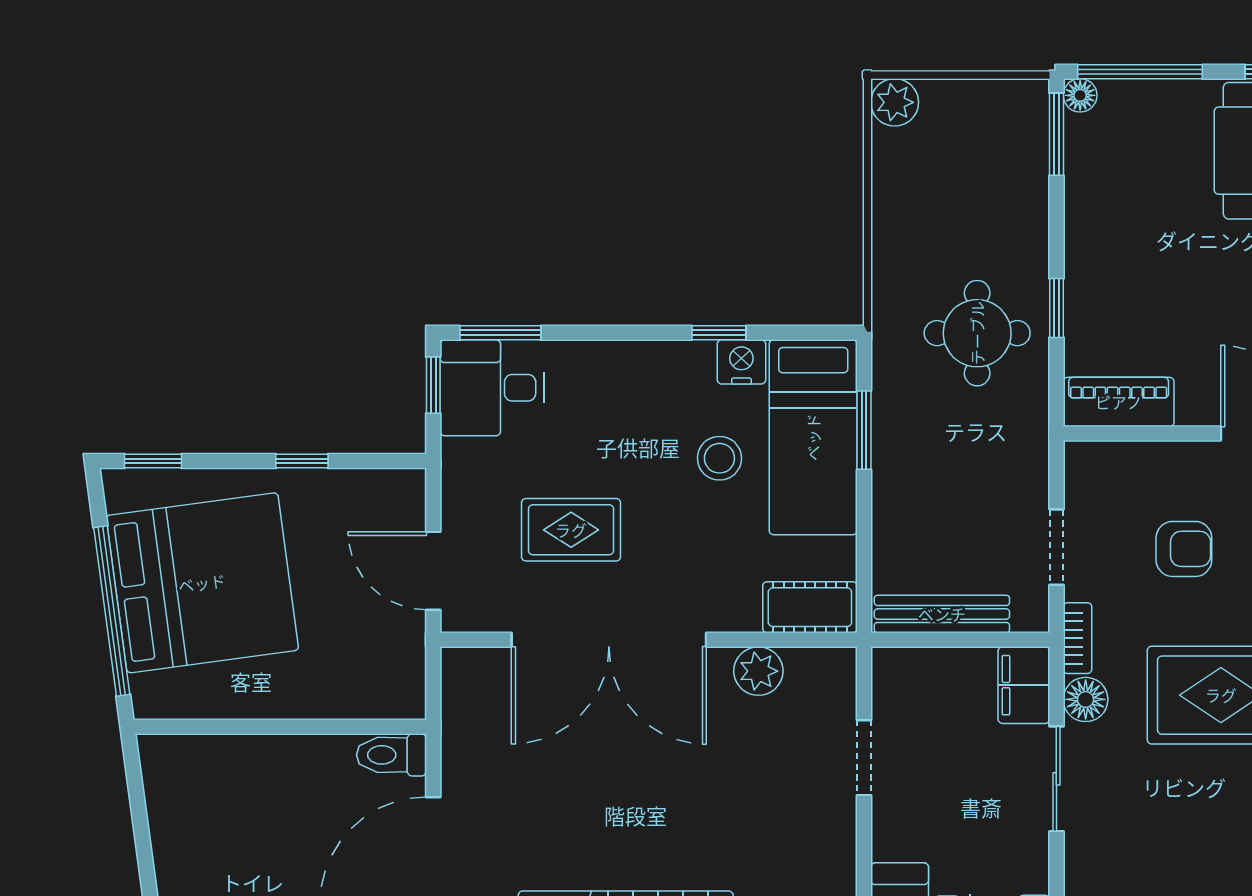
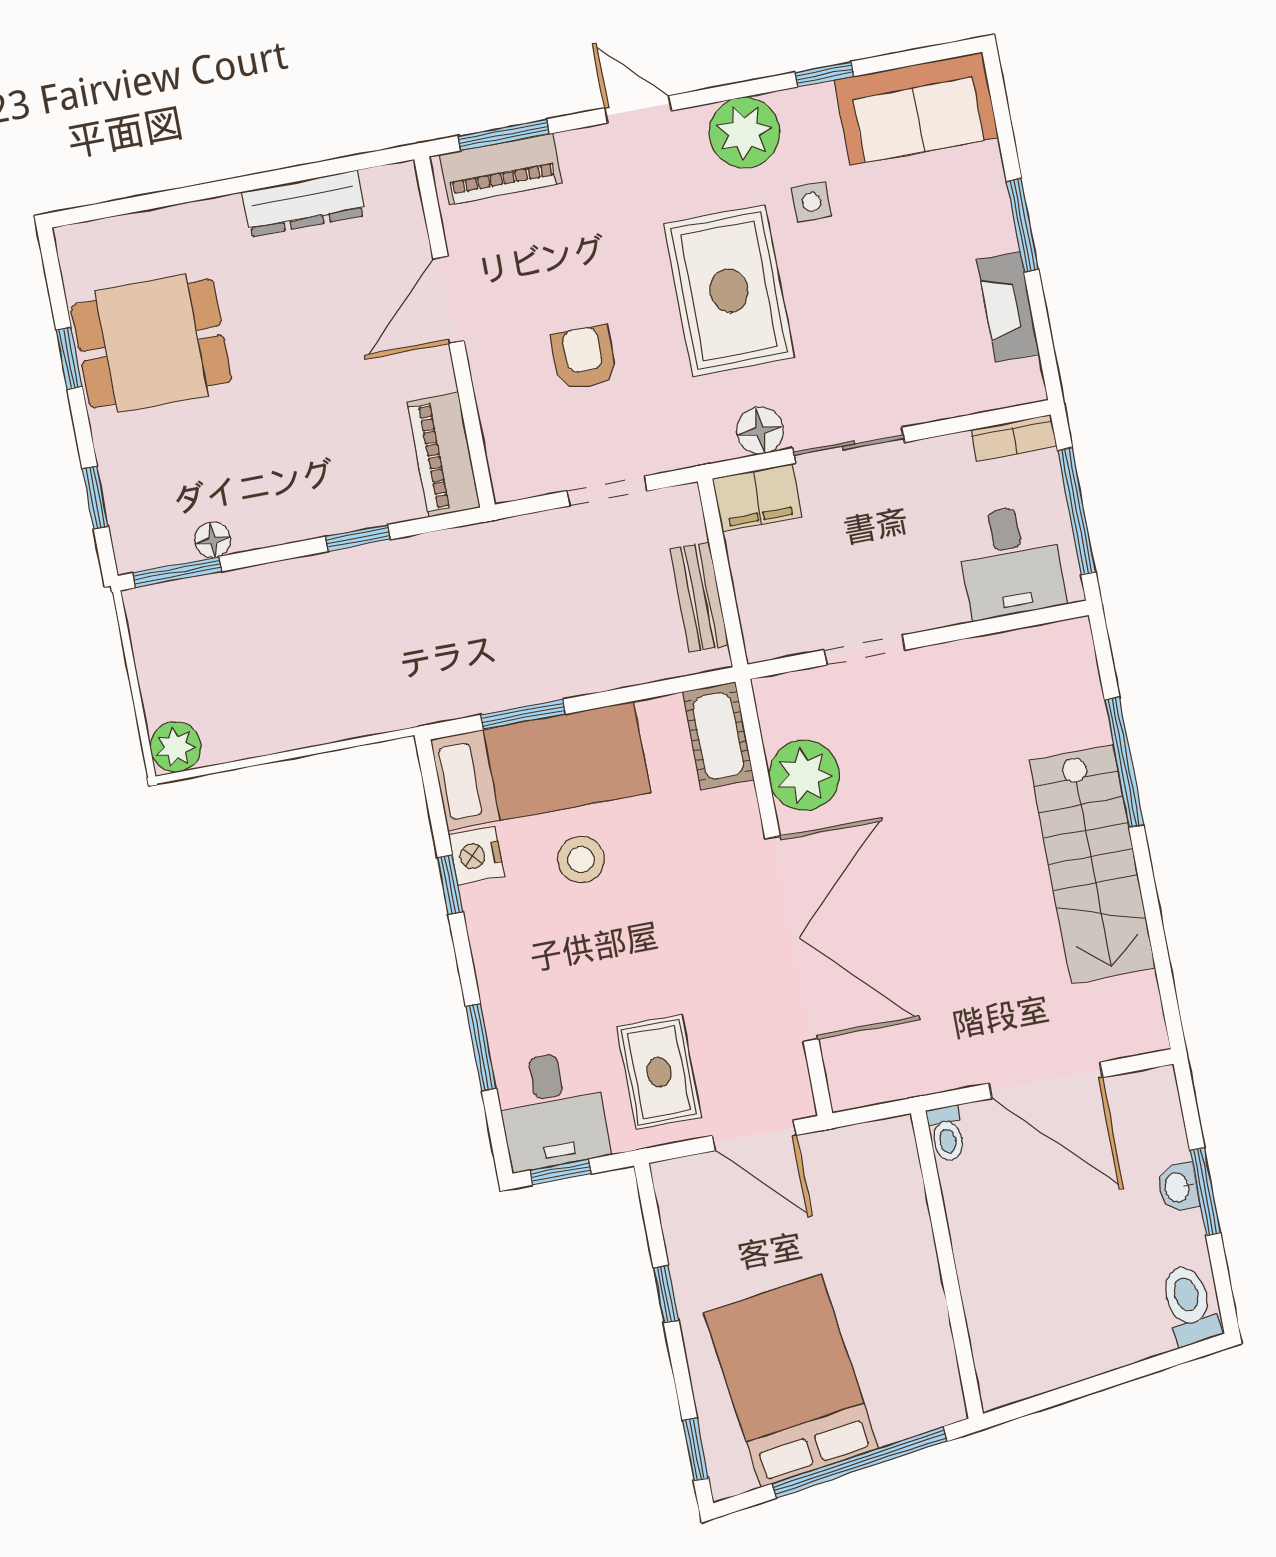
window: (1140, 72) -> (95, 498), width x0.46
floor lamp: (1080, 95) -> (213, 540), moved
window: (500, 333) -> (481, 1047), moved
round table: (977, 333) -> (400, 616), removed
rug: (571, 530) -> (659, 1072), moved
door: (433, 571) -> (754, 1135), hinge flipped
bed: (202, 583) -> (791, 1381), width x0.73
bench: (942, 614) -> (699, 597), width x0.73
bookcase: (1078, 638) -> (698, 451), removed
plant: (758, 671) -> (804, 775), width x1.36, depth x1.36
toilet: (392, 755) -> (947, 1134), width x0.73, depth x0.72

